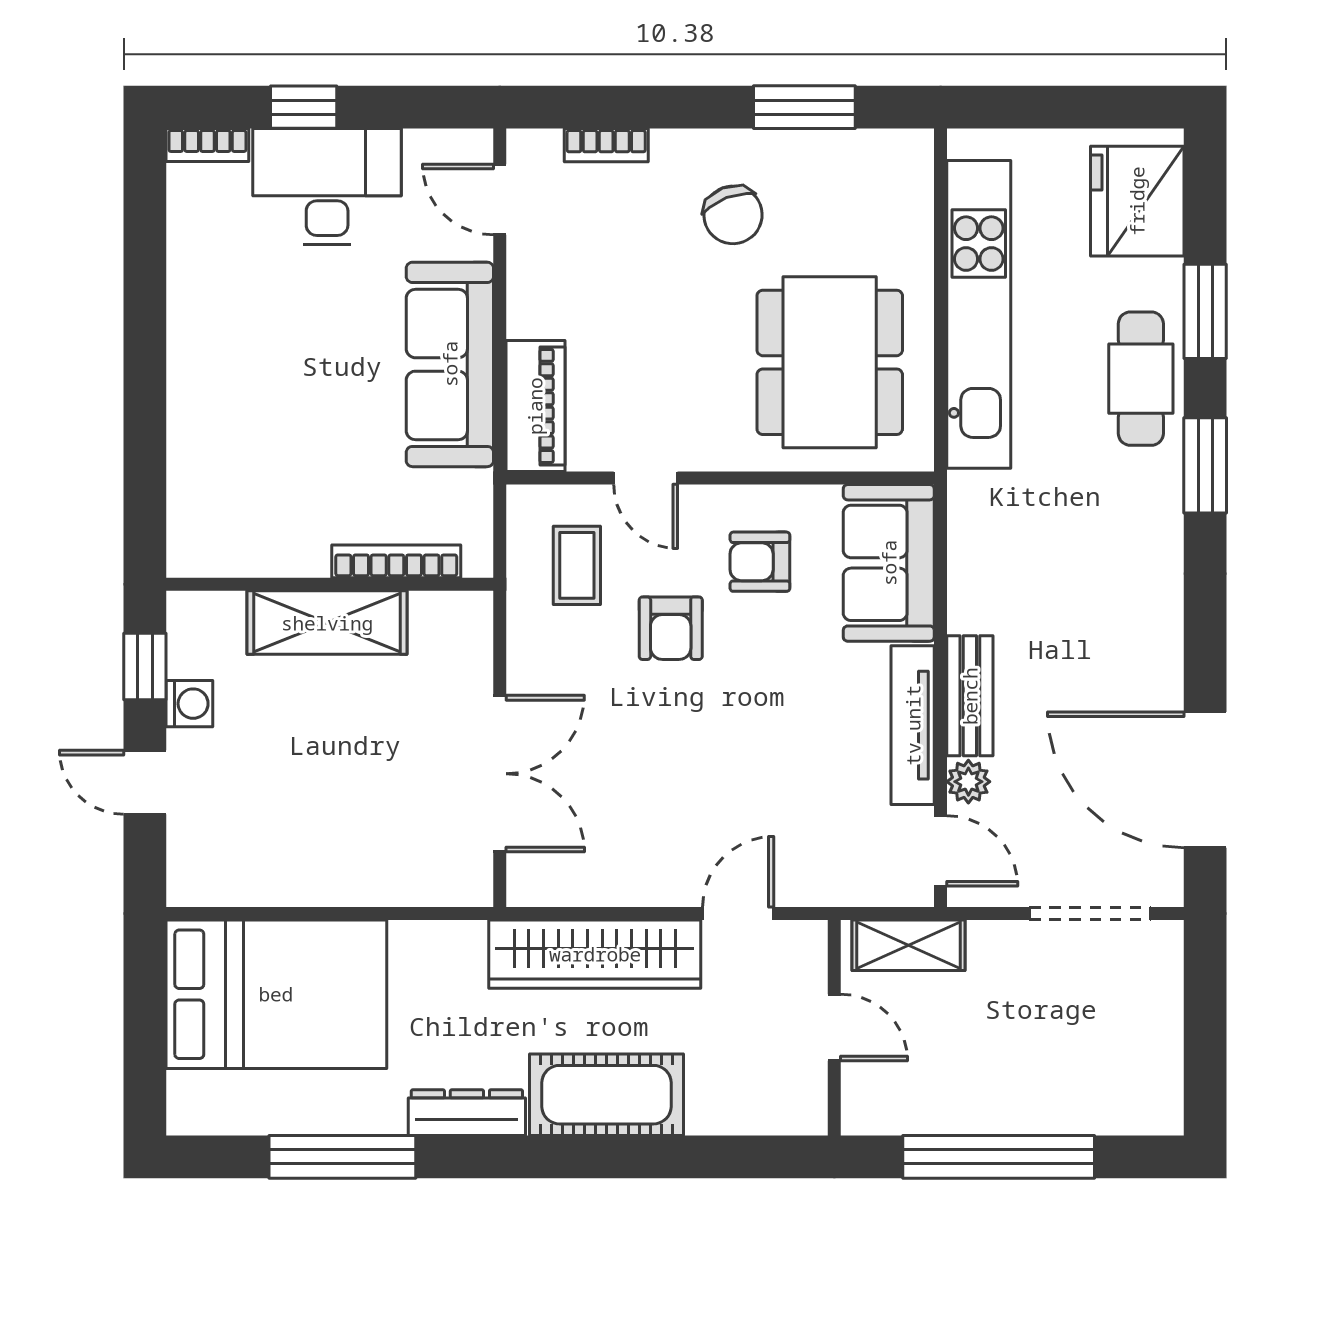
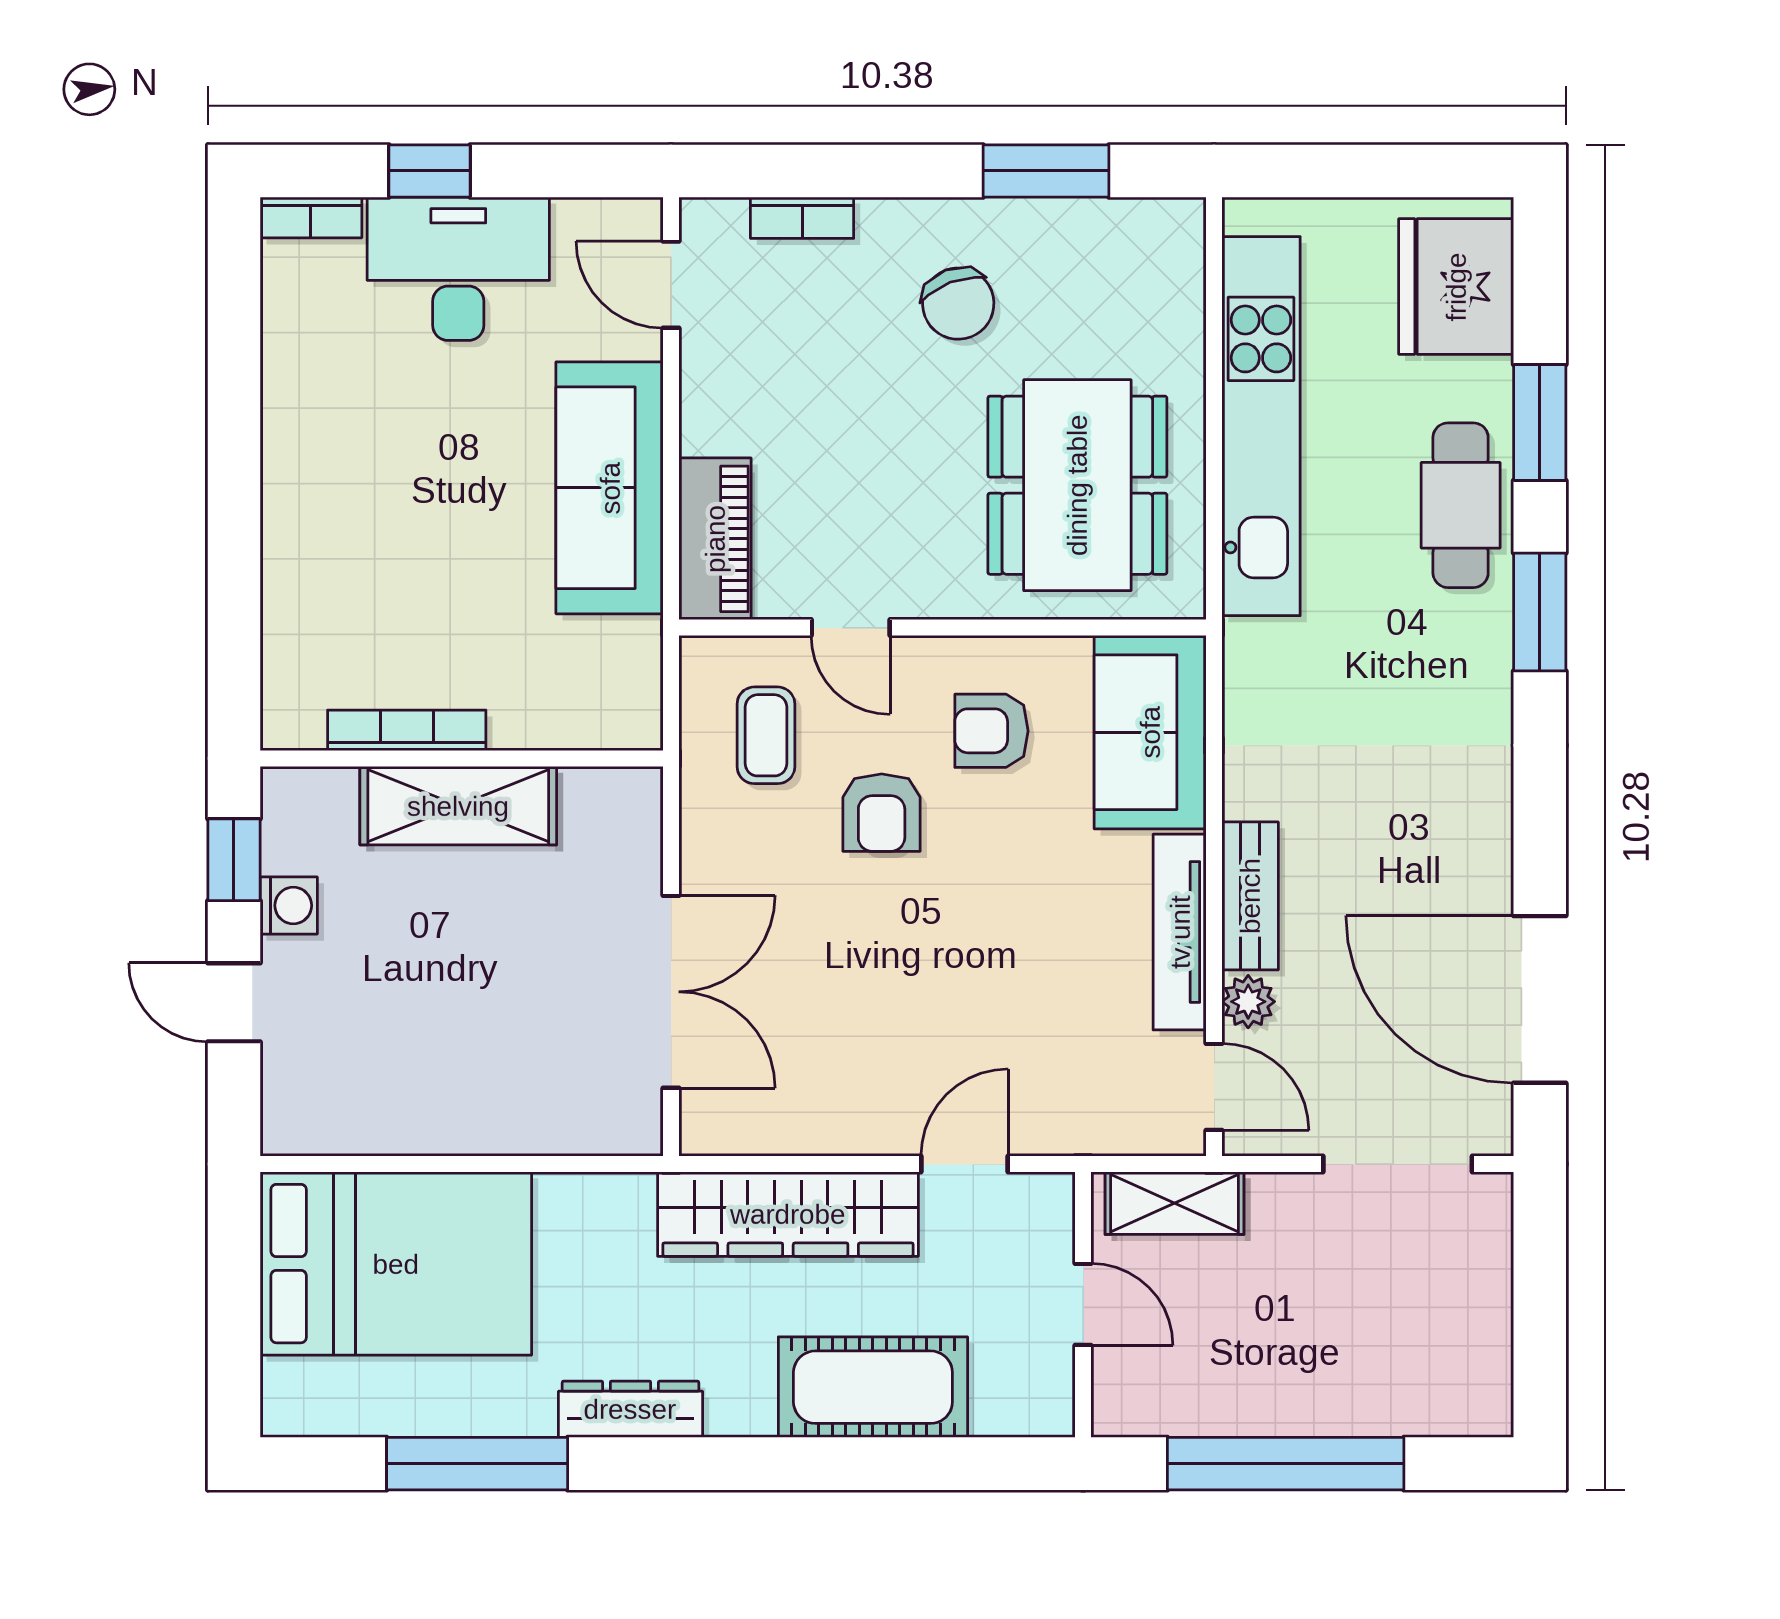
bookcase: (396, 561) -> (407, 730), moved
cot: (606, 1095) -> (873, 1387), moved

